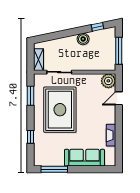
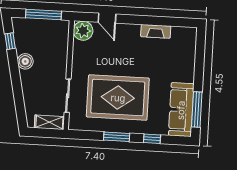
window: (31, 96) -> (117, 137), moved
sofa: (85, 158) -> (181, 110), moved

